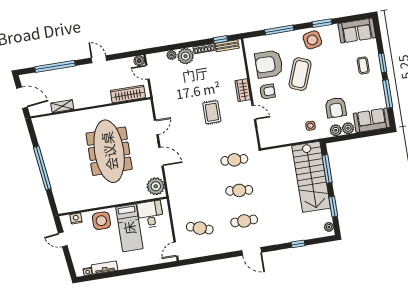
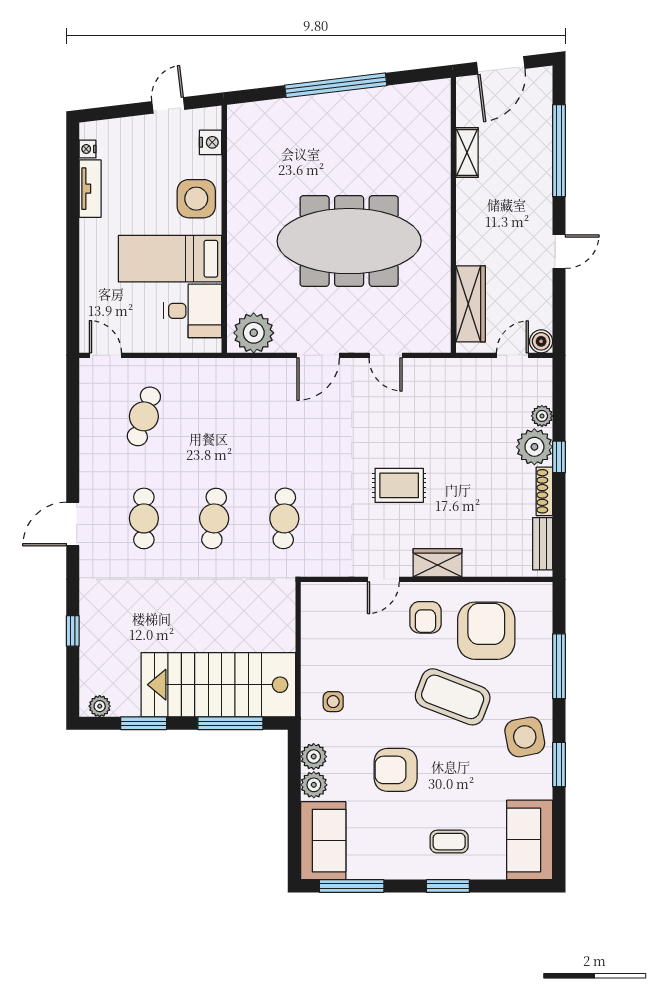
window: (220, 40) -> (559, 457), moved
window: (388, 94) -> (352, 886), moved
armchair: (336, 108) -> (396, 770), moved

